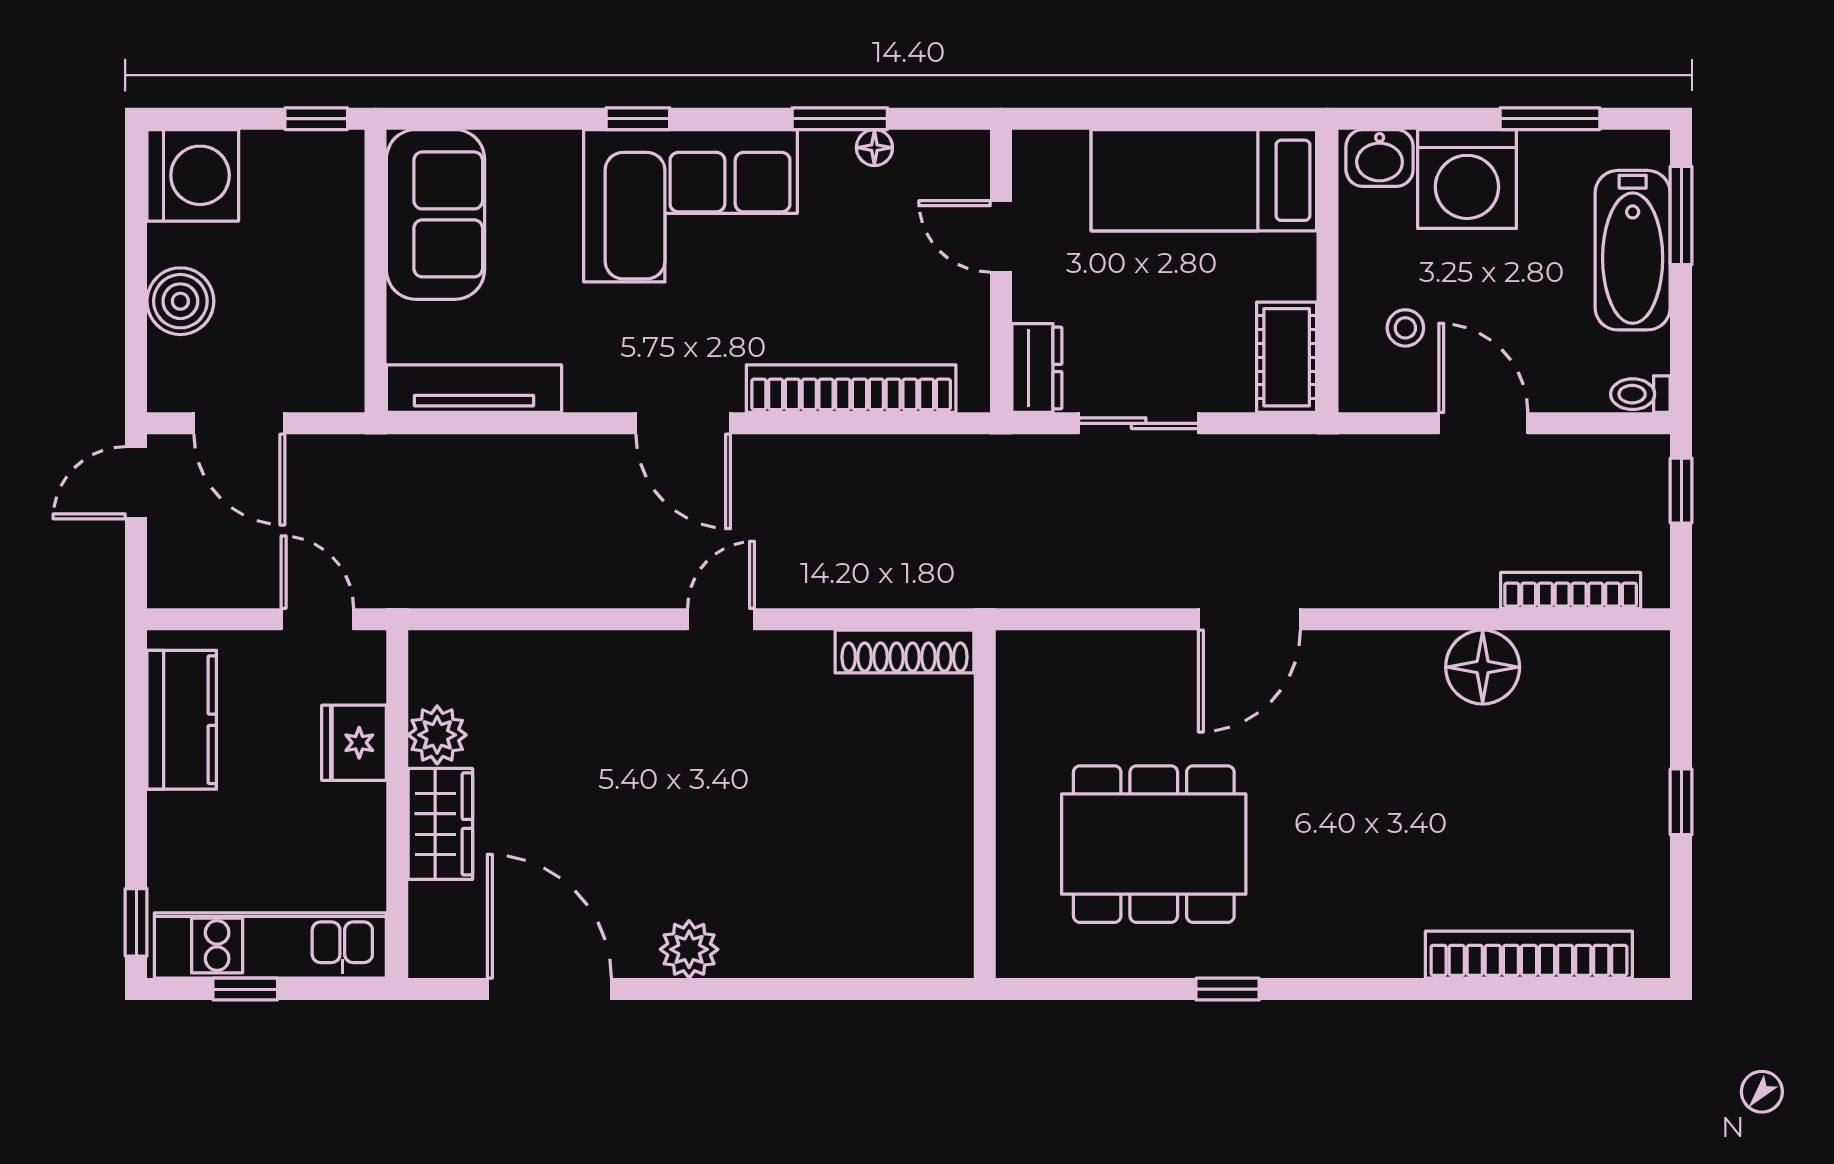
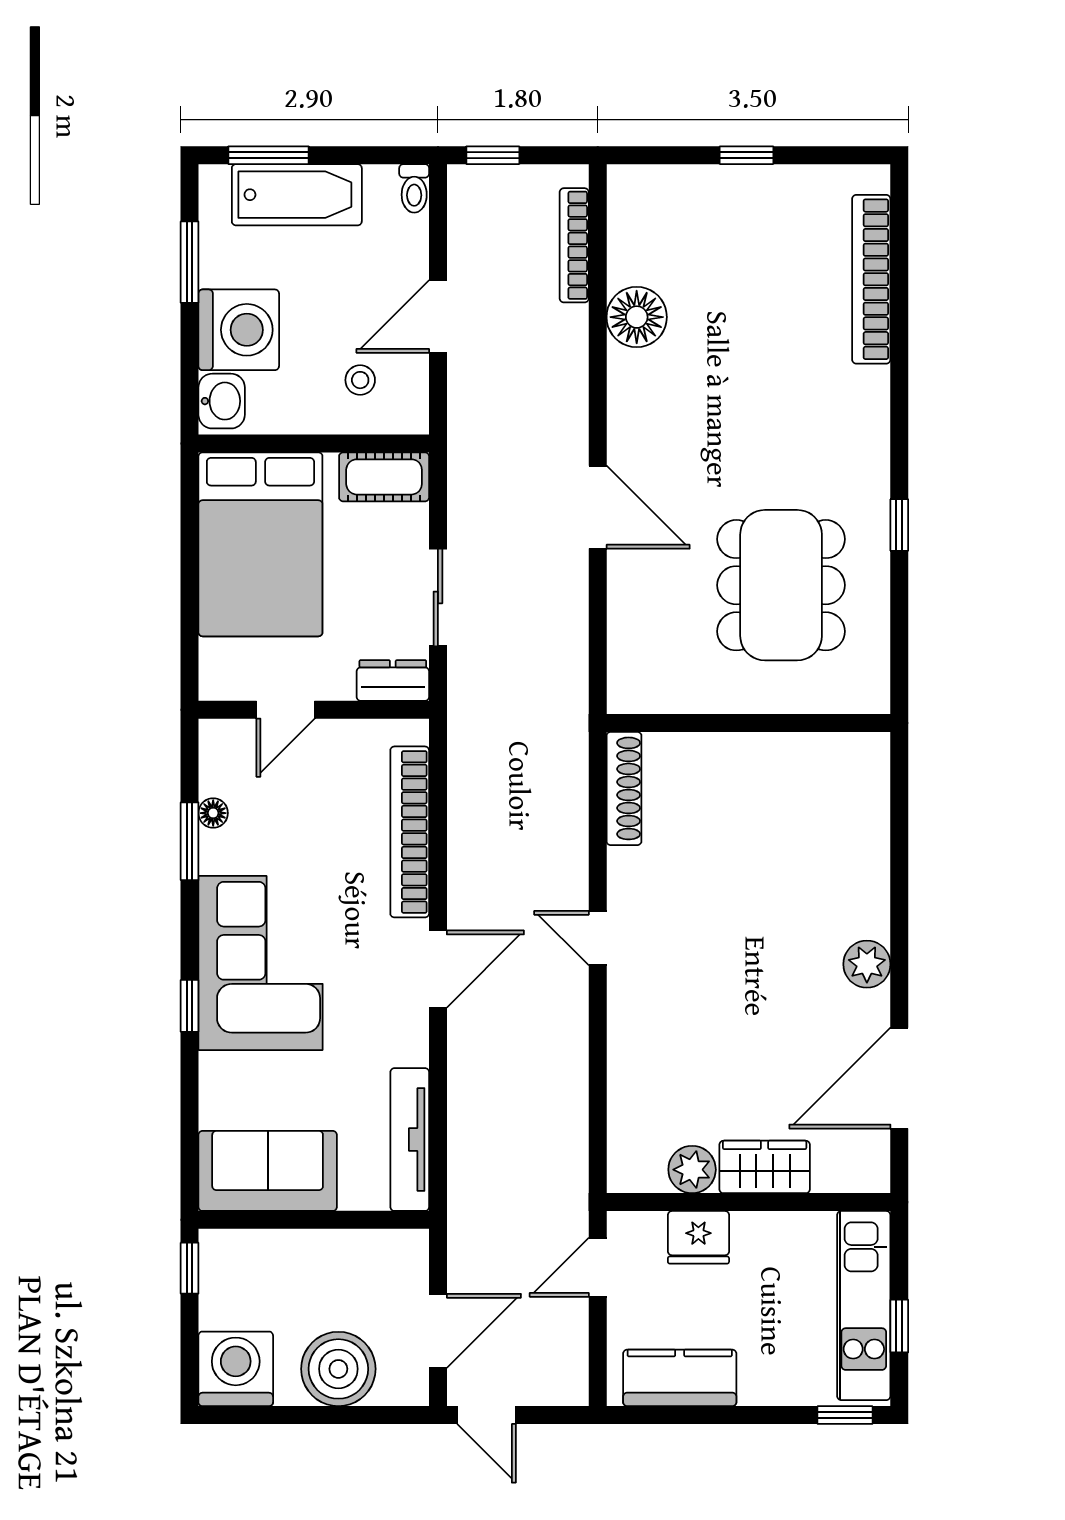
bed: (1204, 180) -> (260, 544), width x1.50
boiler: (180, 301) -> (338, 1369), width x1.37, depth x1.37

